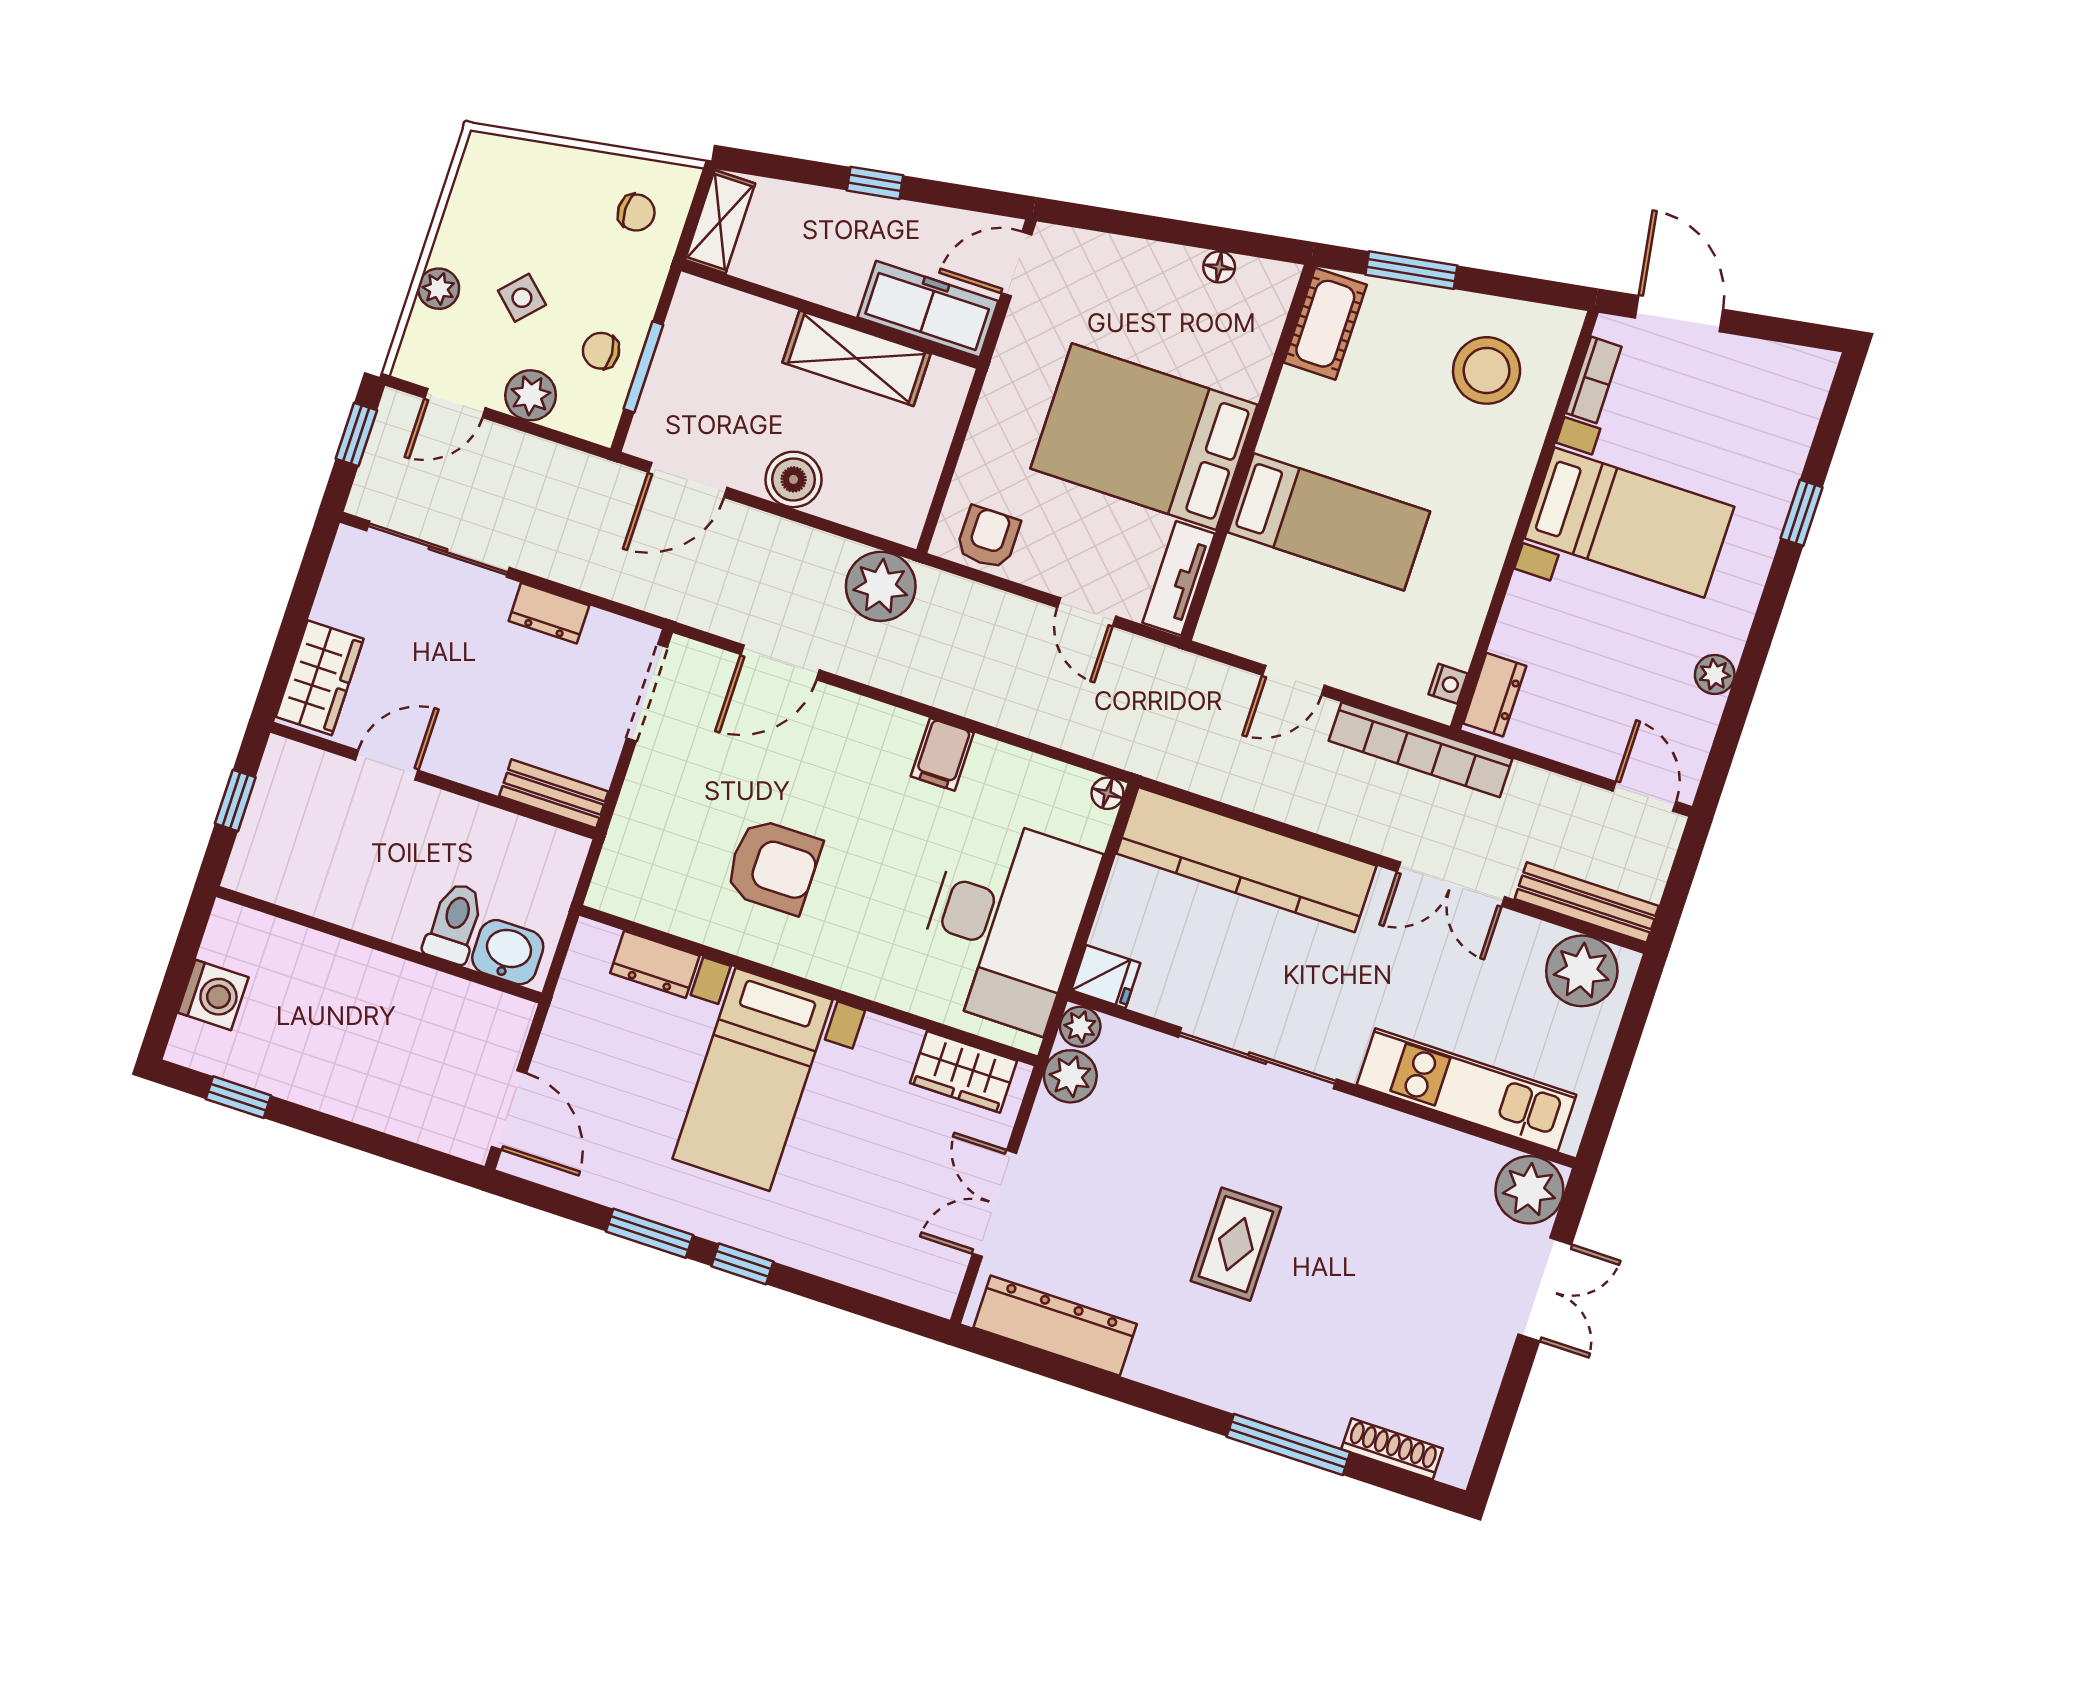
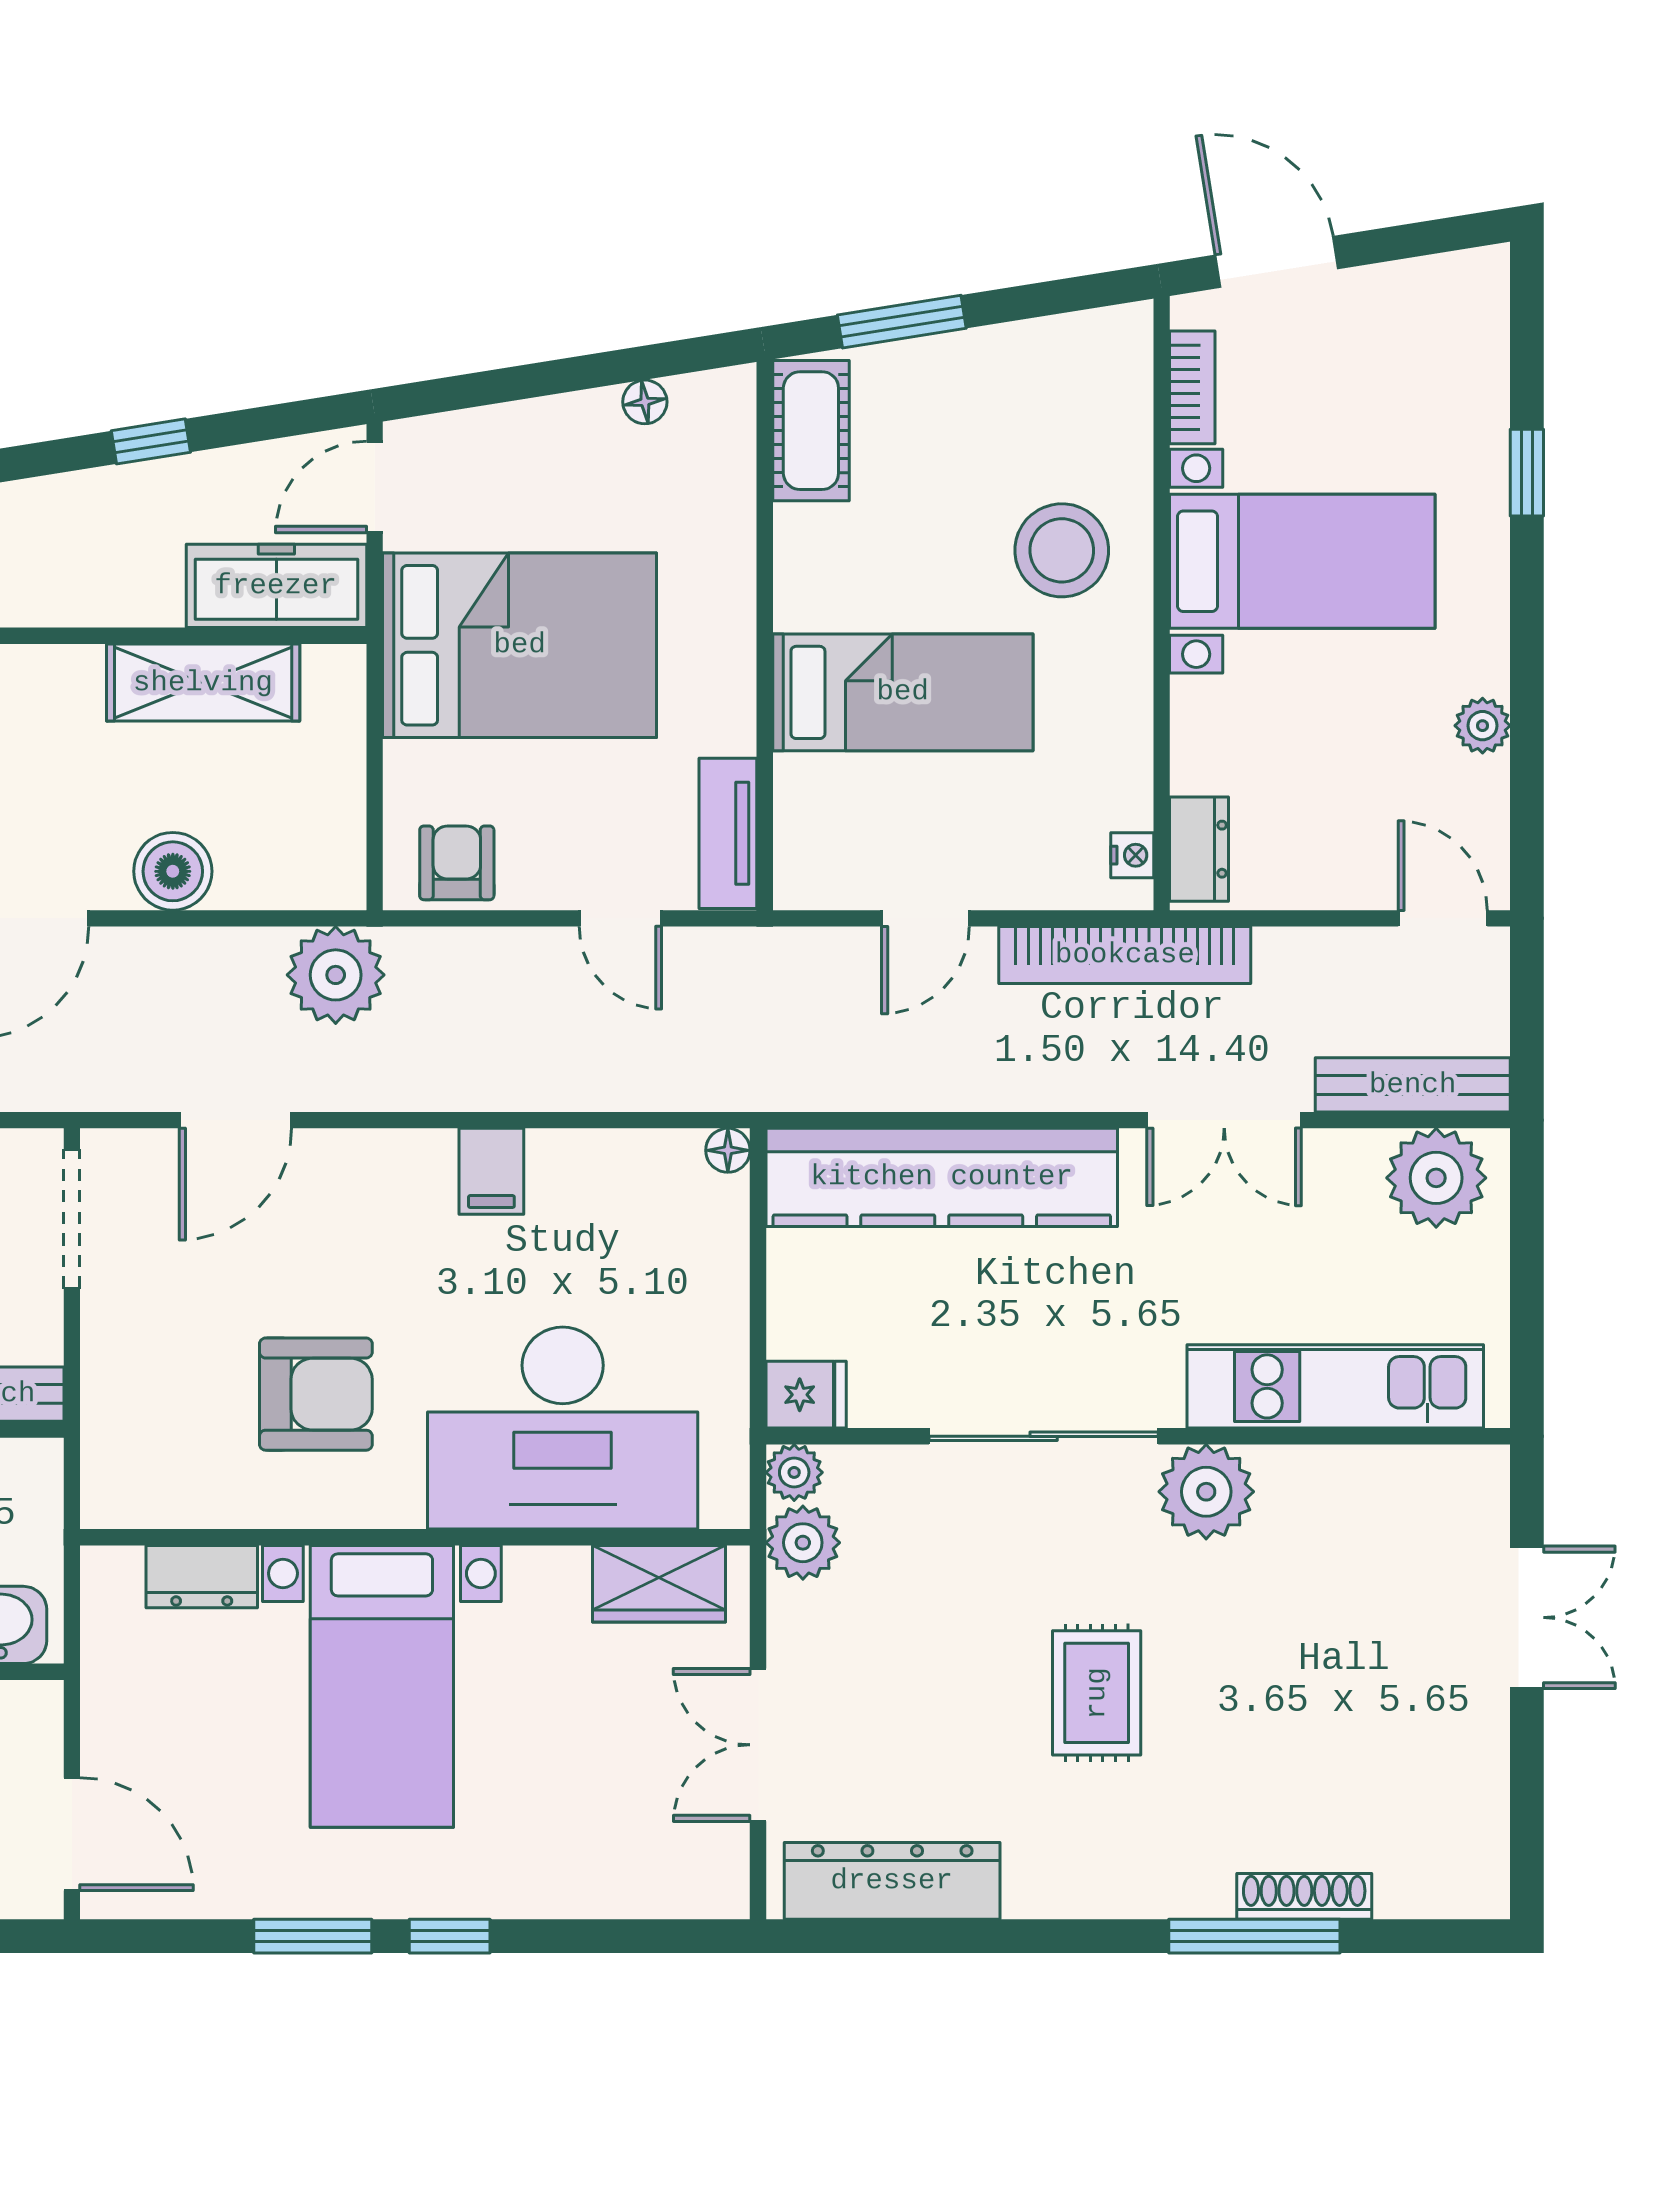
stool: (1487, 370) -> (1062, 550), moved
bed: (1144, 437) -> (520, 645), moved, turned 180
desk: (1005, 923) -> (563, 1428), moved, turned 90
plant: (1529, 1190) -> (1206, 1492), moved
shoe rack: (1392, 1449) -> (1304, 1896), moved

